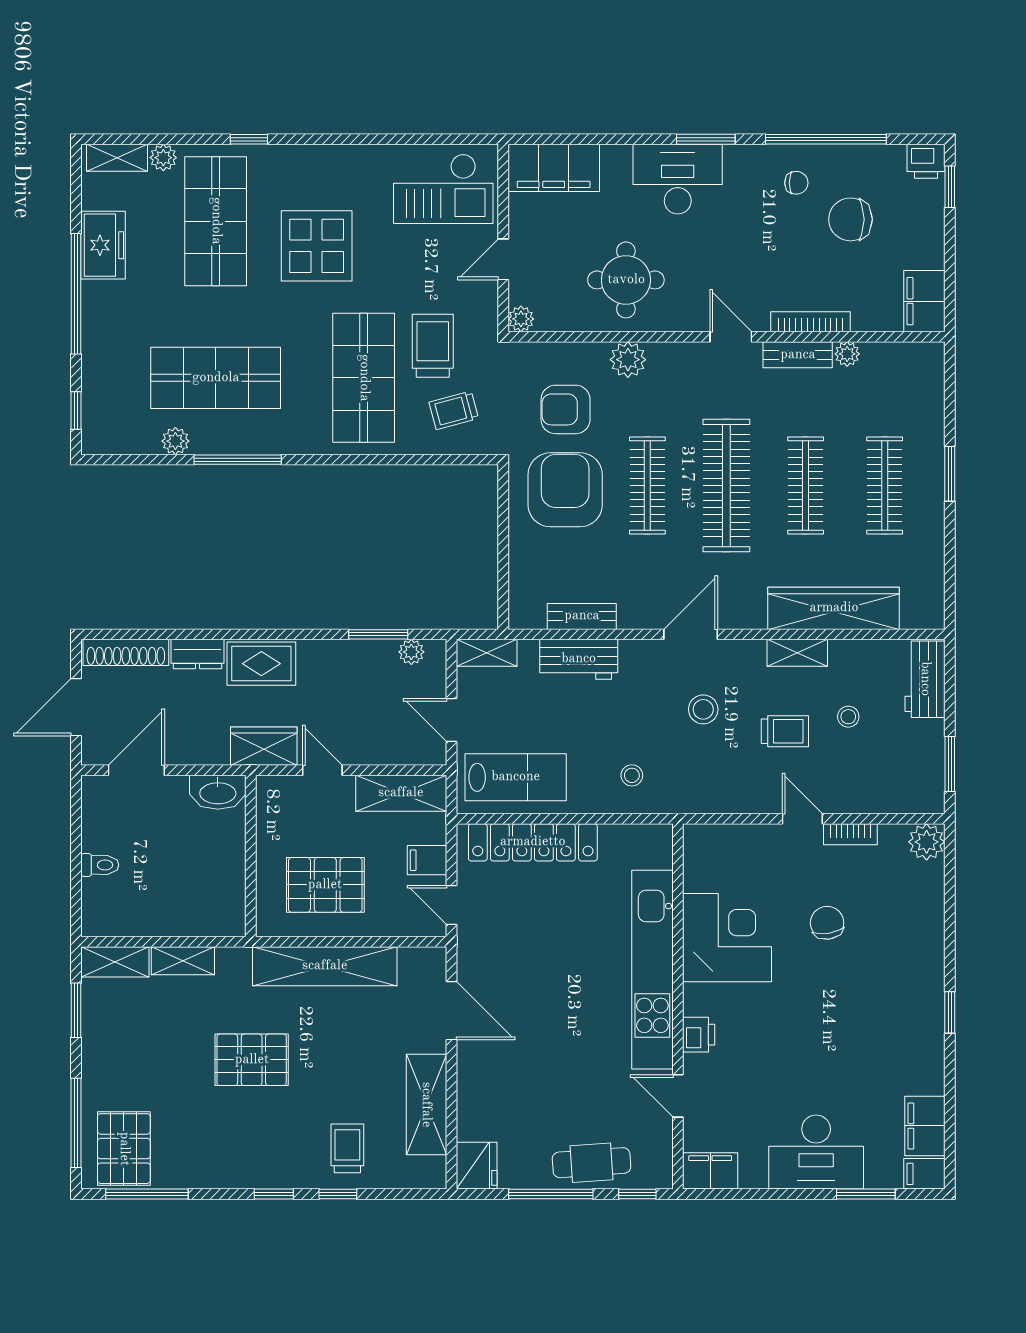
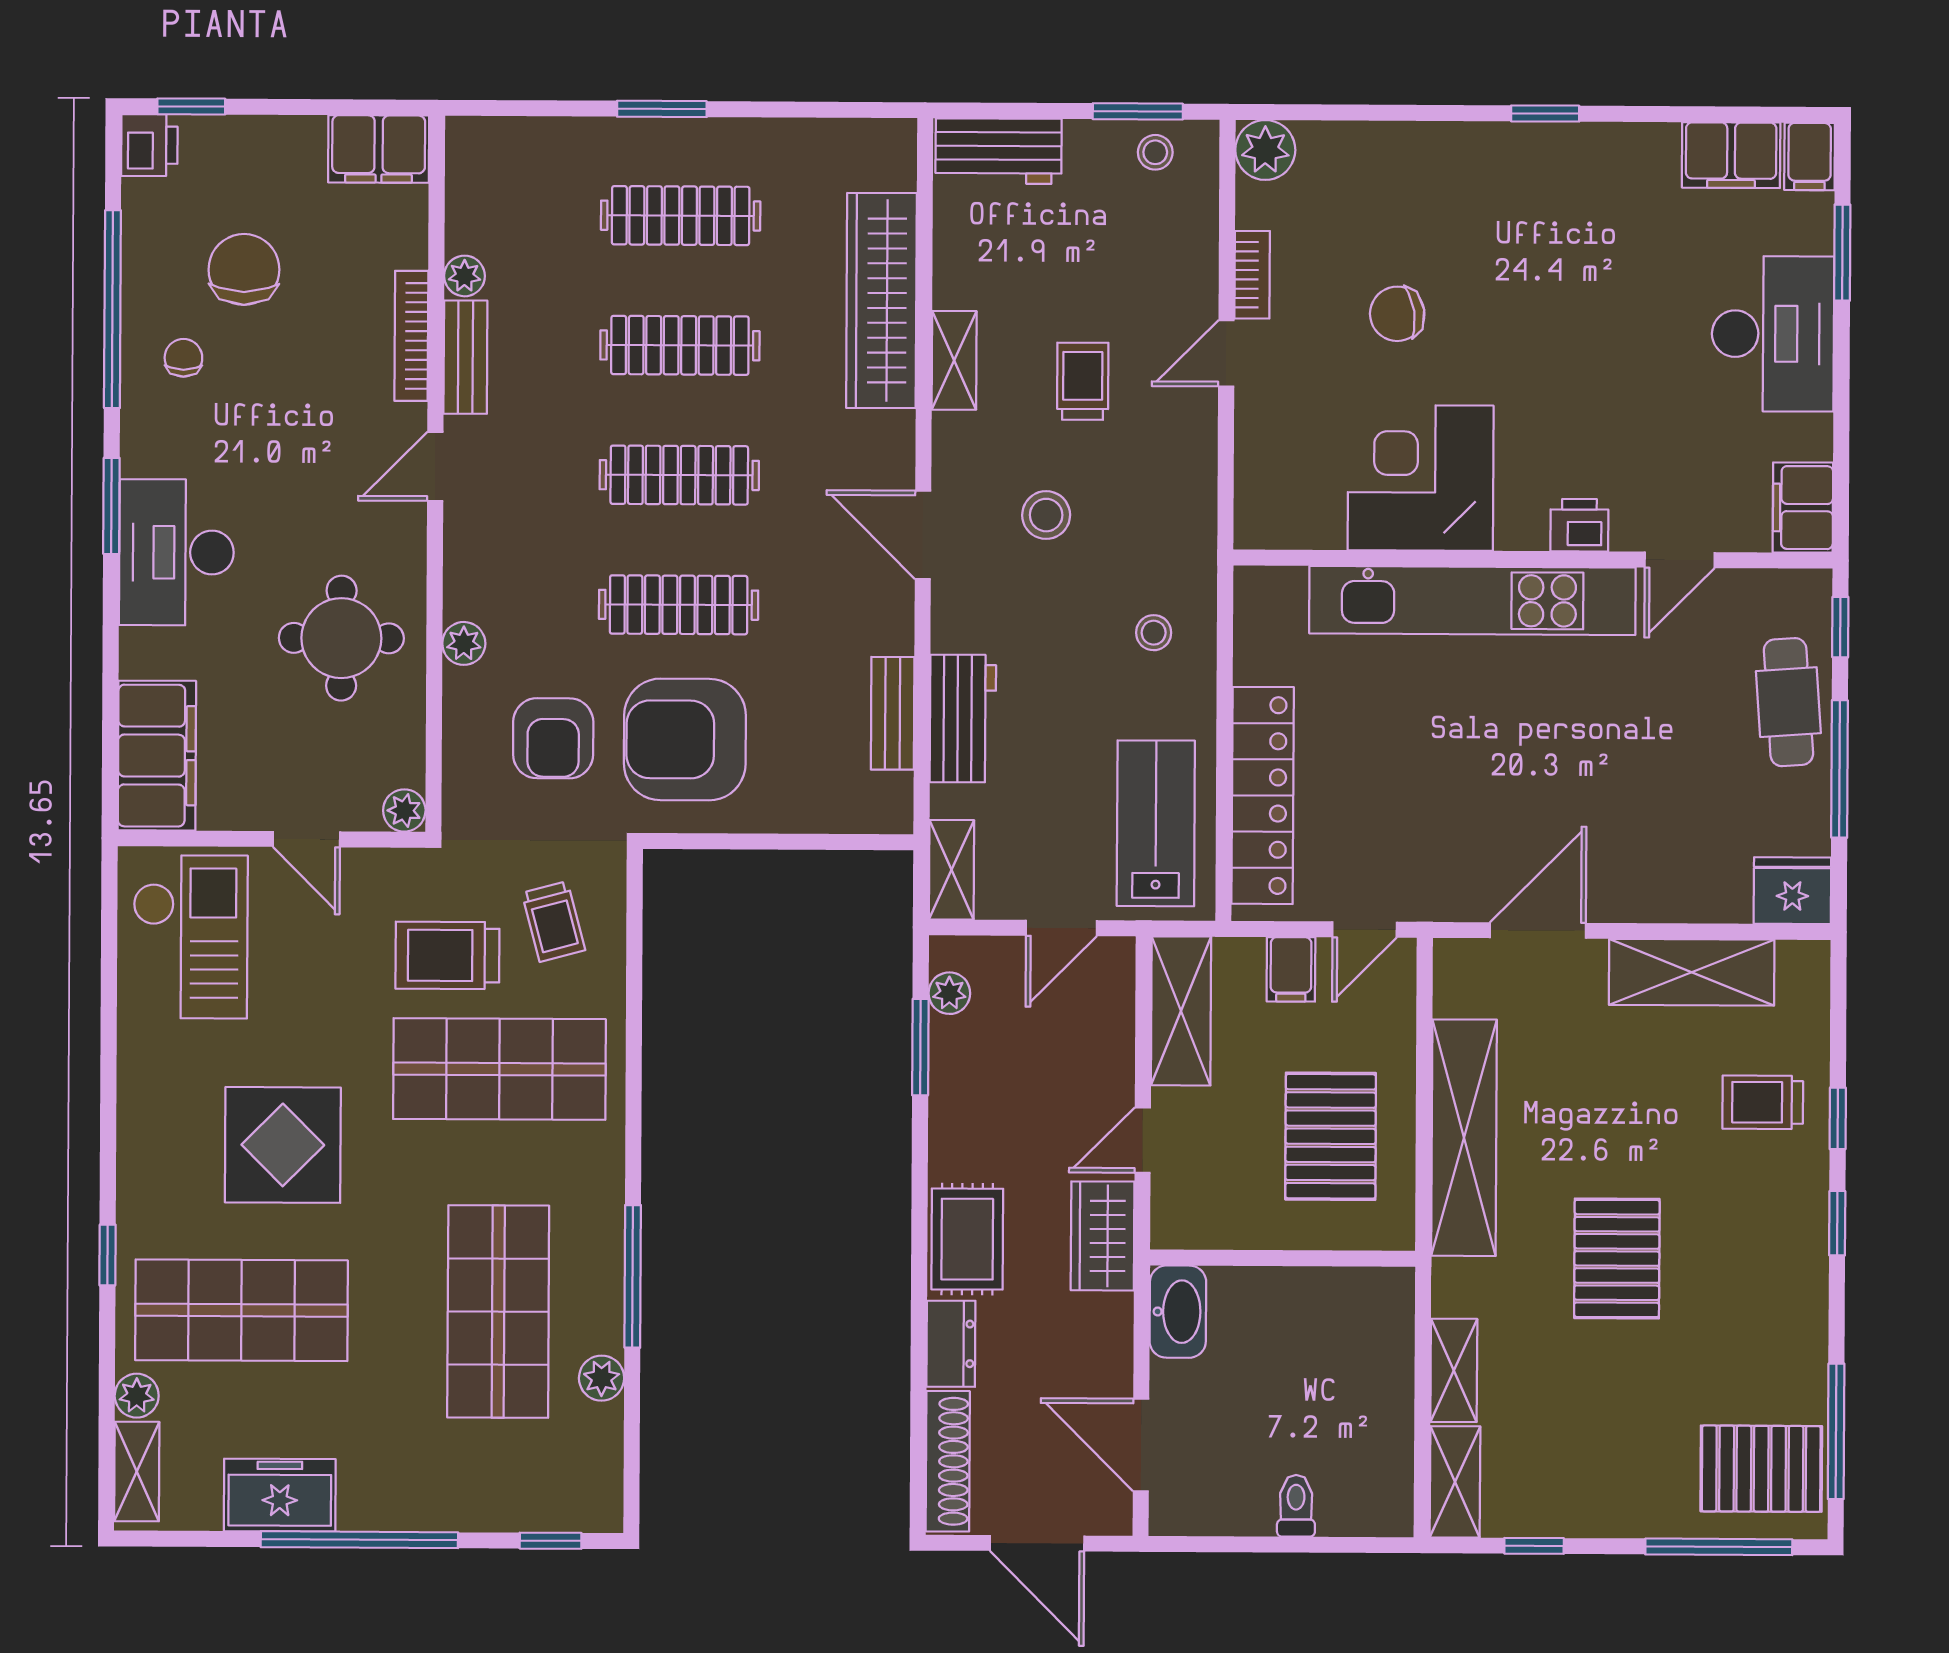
chair: (850, 219) -> (244, 269), turned 180
plant: (628, 360) -> (464, 643), width x0.73, depth x0.73
clothes rail: (726, 486) -> (679, 475), width x0.73, depth x0.76
stool: (848, 717) -> (1155, 152), moved
window: (76, 1010) -> (1534, 1546), width x0.67

